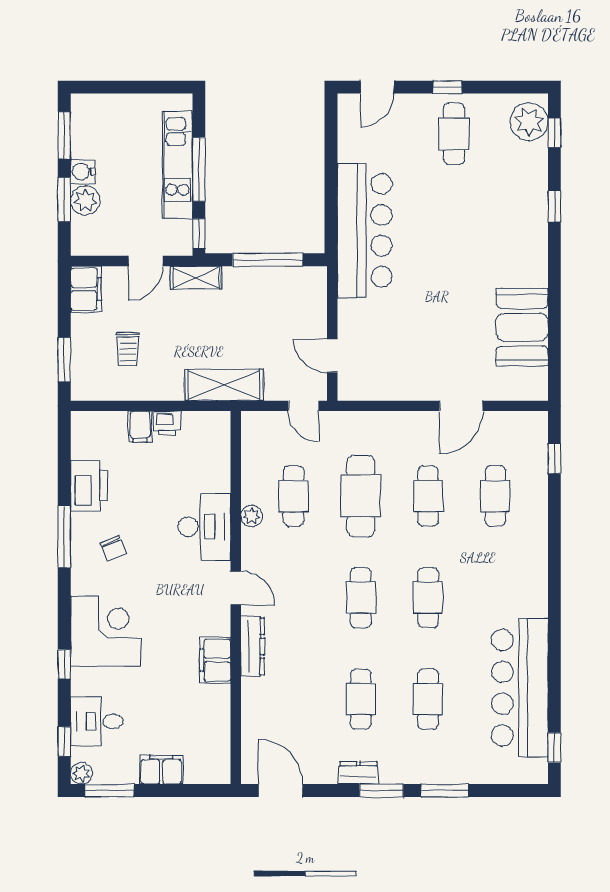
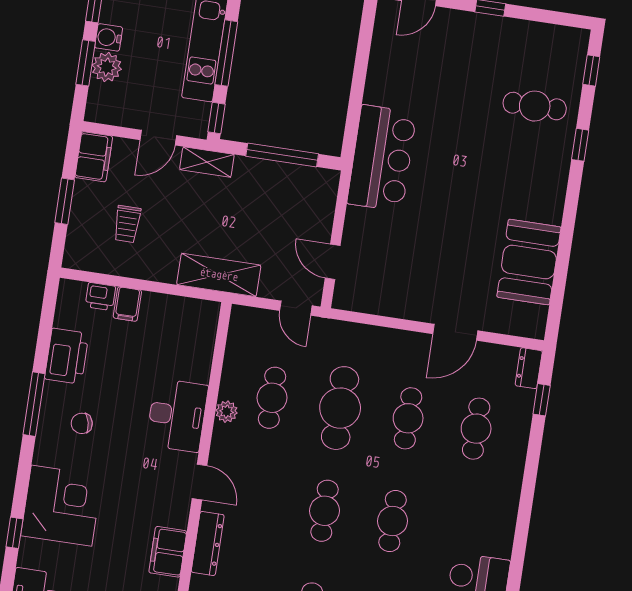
plant: (529, 122) -> (567, 55), removed
cafe table: (454, 134) -> (535, 106), moved, turned 90
bar counter: (365, 230) -> (382, 158), width x0.73
window: (64, 360) -> (65, 201), moved
printer: (167, 423) -> (100, 296), moved
dresser: (537, 430) -> (529, 368), added
chair: (113, 549) -> (82, 423), turned 99

